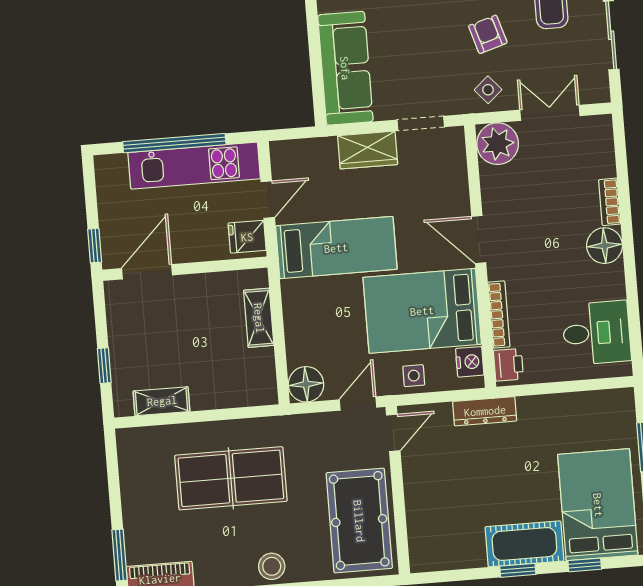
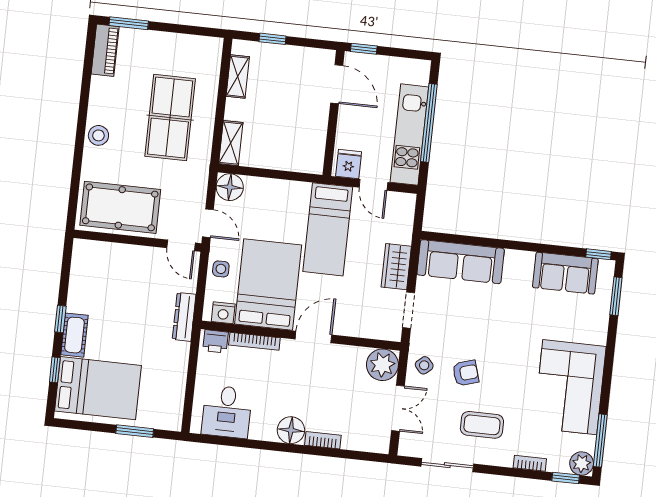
shelving: (259, 318) -> (231, 143), moved, turned 90
cot: (524, 544) -> (74, 335), width x0.73, depth x0.75

